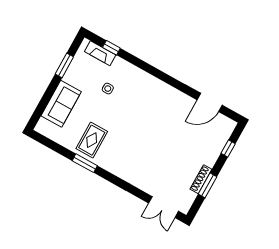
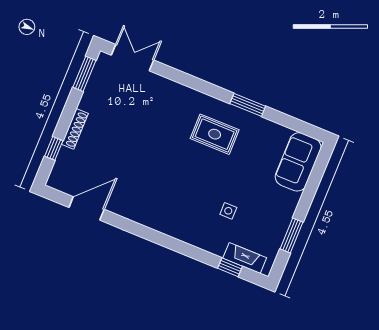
sofa: (61, 104) -> (298, 162), moved
rug: (92, 140) -> (215, 134), moved, turned 90
shoe rack: (201, 179) -> (75, 129), moved
window: (208, 185) -> (84, 74), moved

